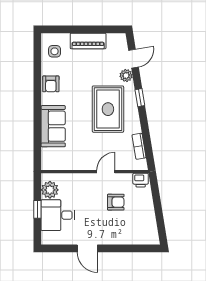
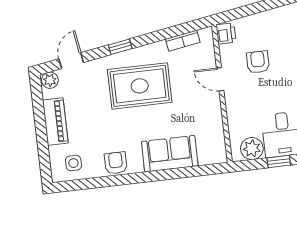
door: (134, 59) -> (71, 61), hinge flipped
plant: (126, 76) -> (50, 80), moved
armchair: (51, 84) -> (116, 163), turned -90

